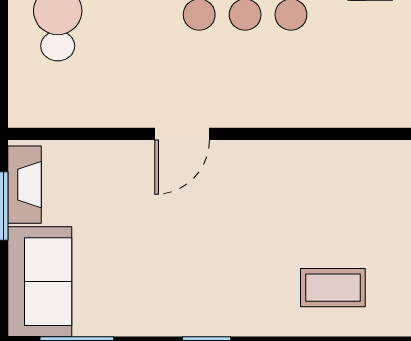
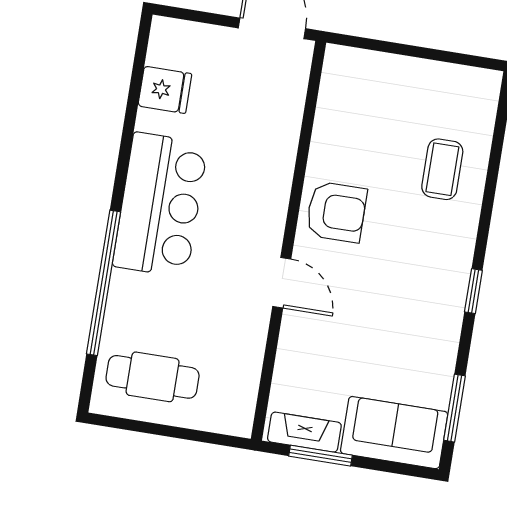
armchair: (268, 180) -> (336, 212), added

